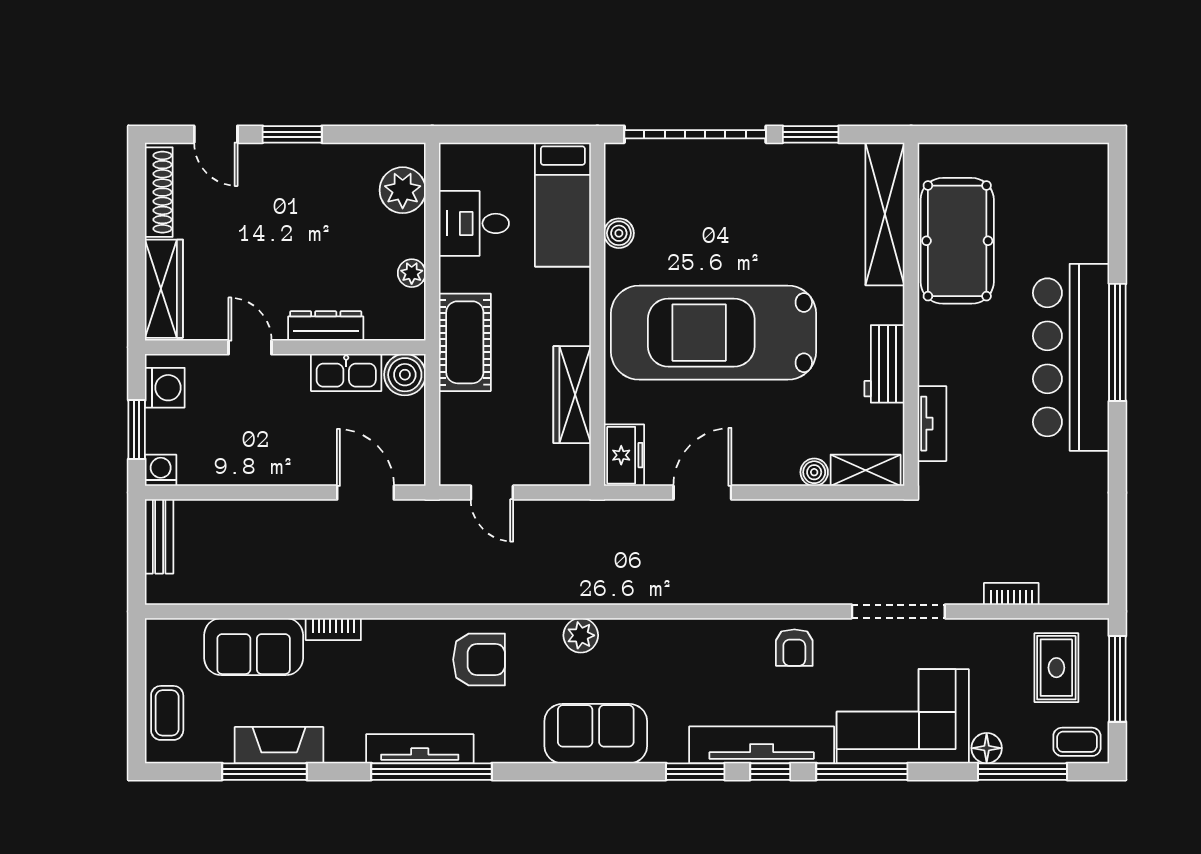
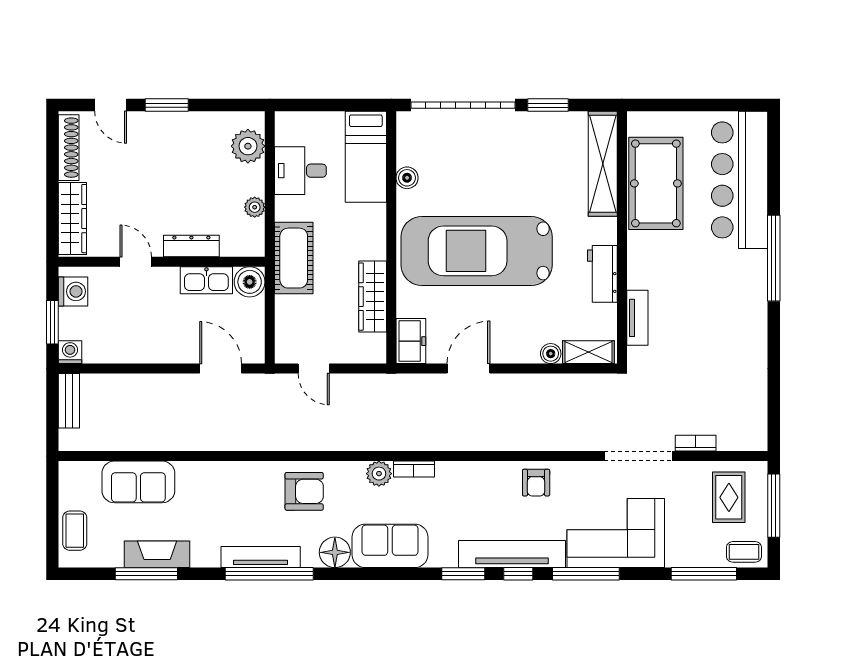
bar counter: (1071, 357) -> (740, 180), moved
doorway: (898, 611) -> (639, 456), moved
bookcase: (333, 629) -> (414, 469), moved
floor lamp: (987, 748) -> (335, 552), moved, width x1.38, depth x1.38

